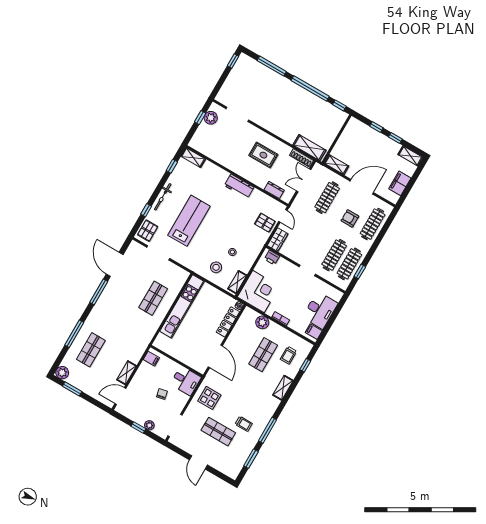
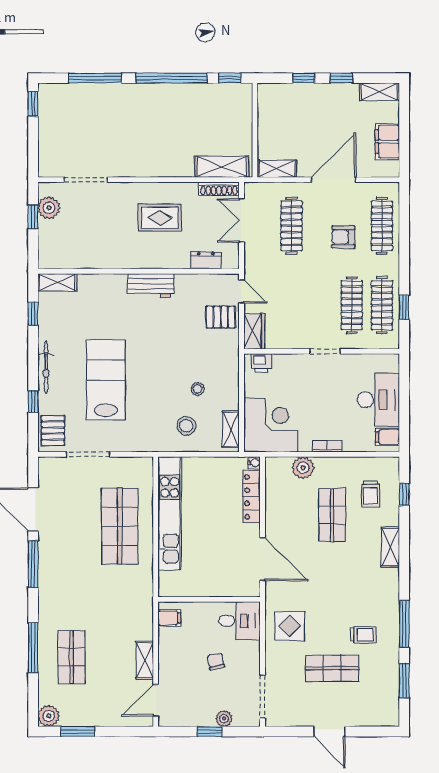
shop shelf: (153, 298) -> (120, 526), width x1.43, depth x1.36

